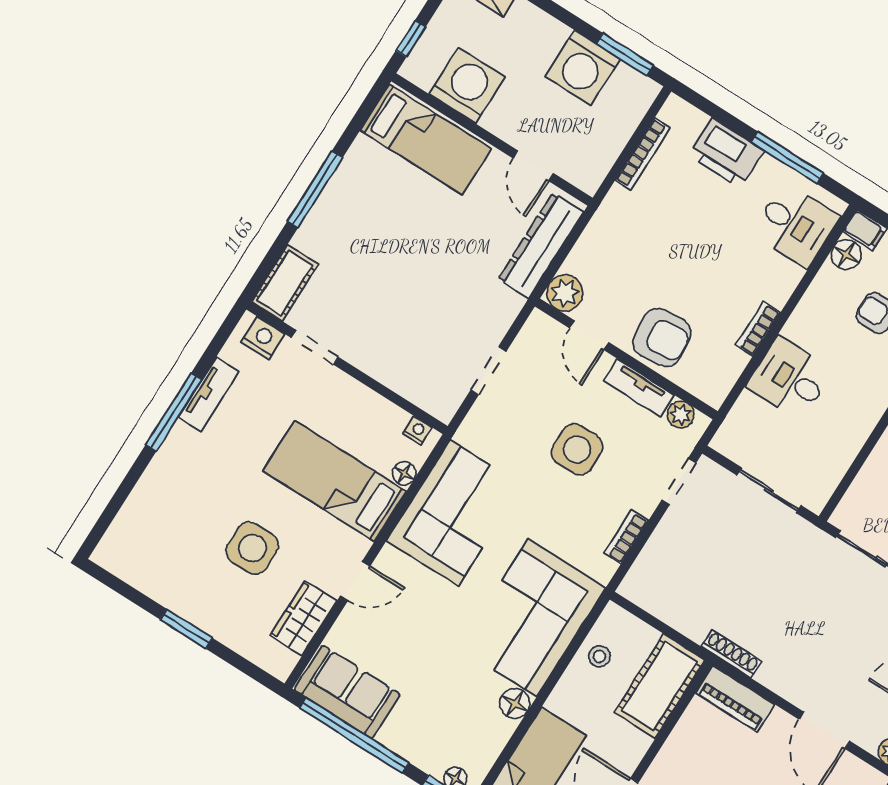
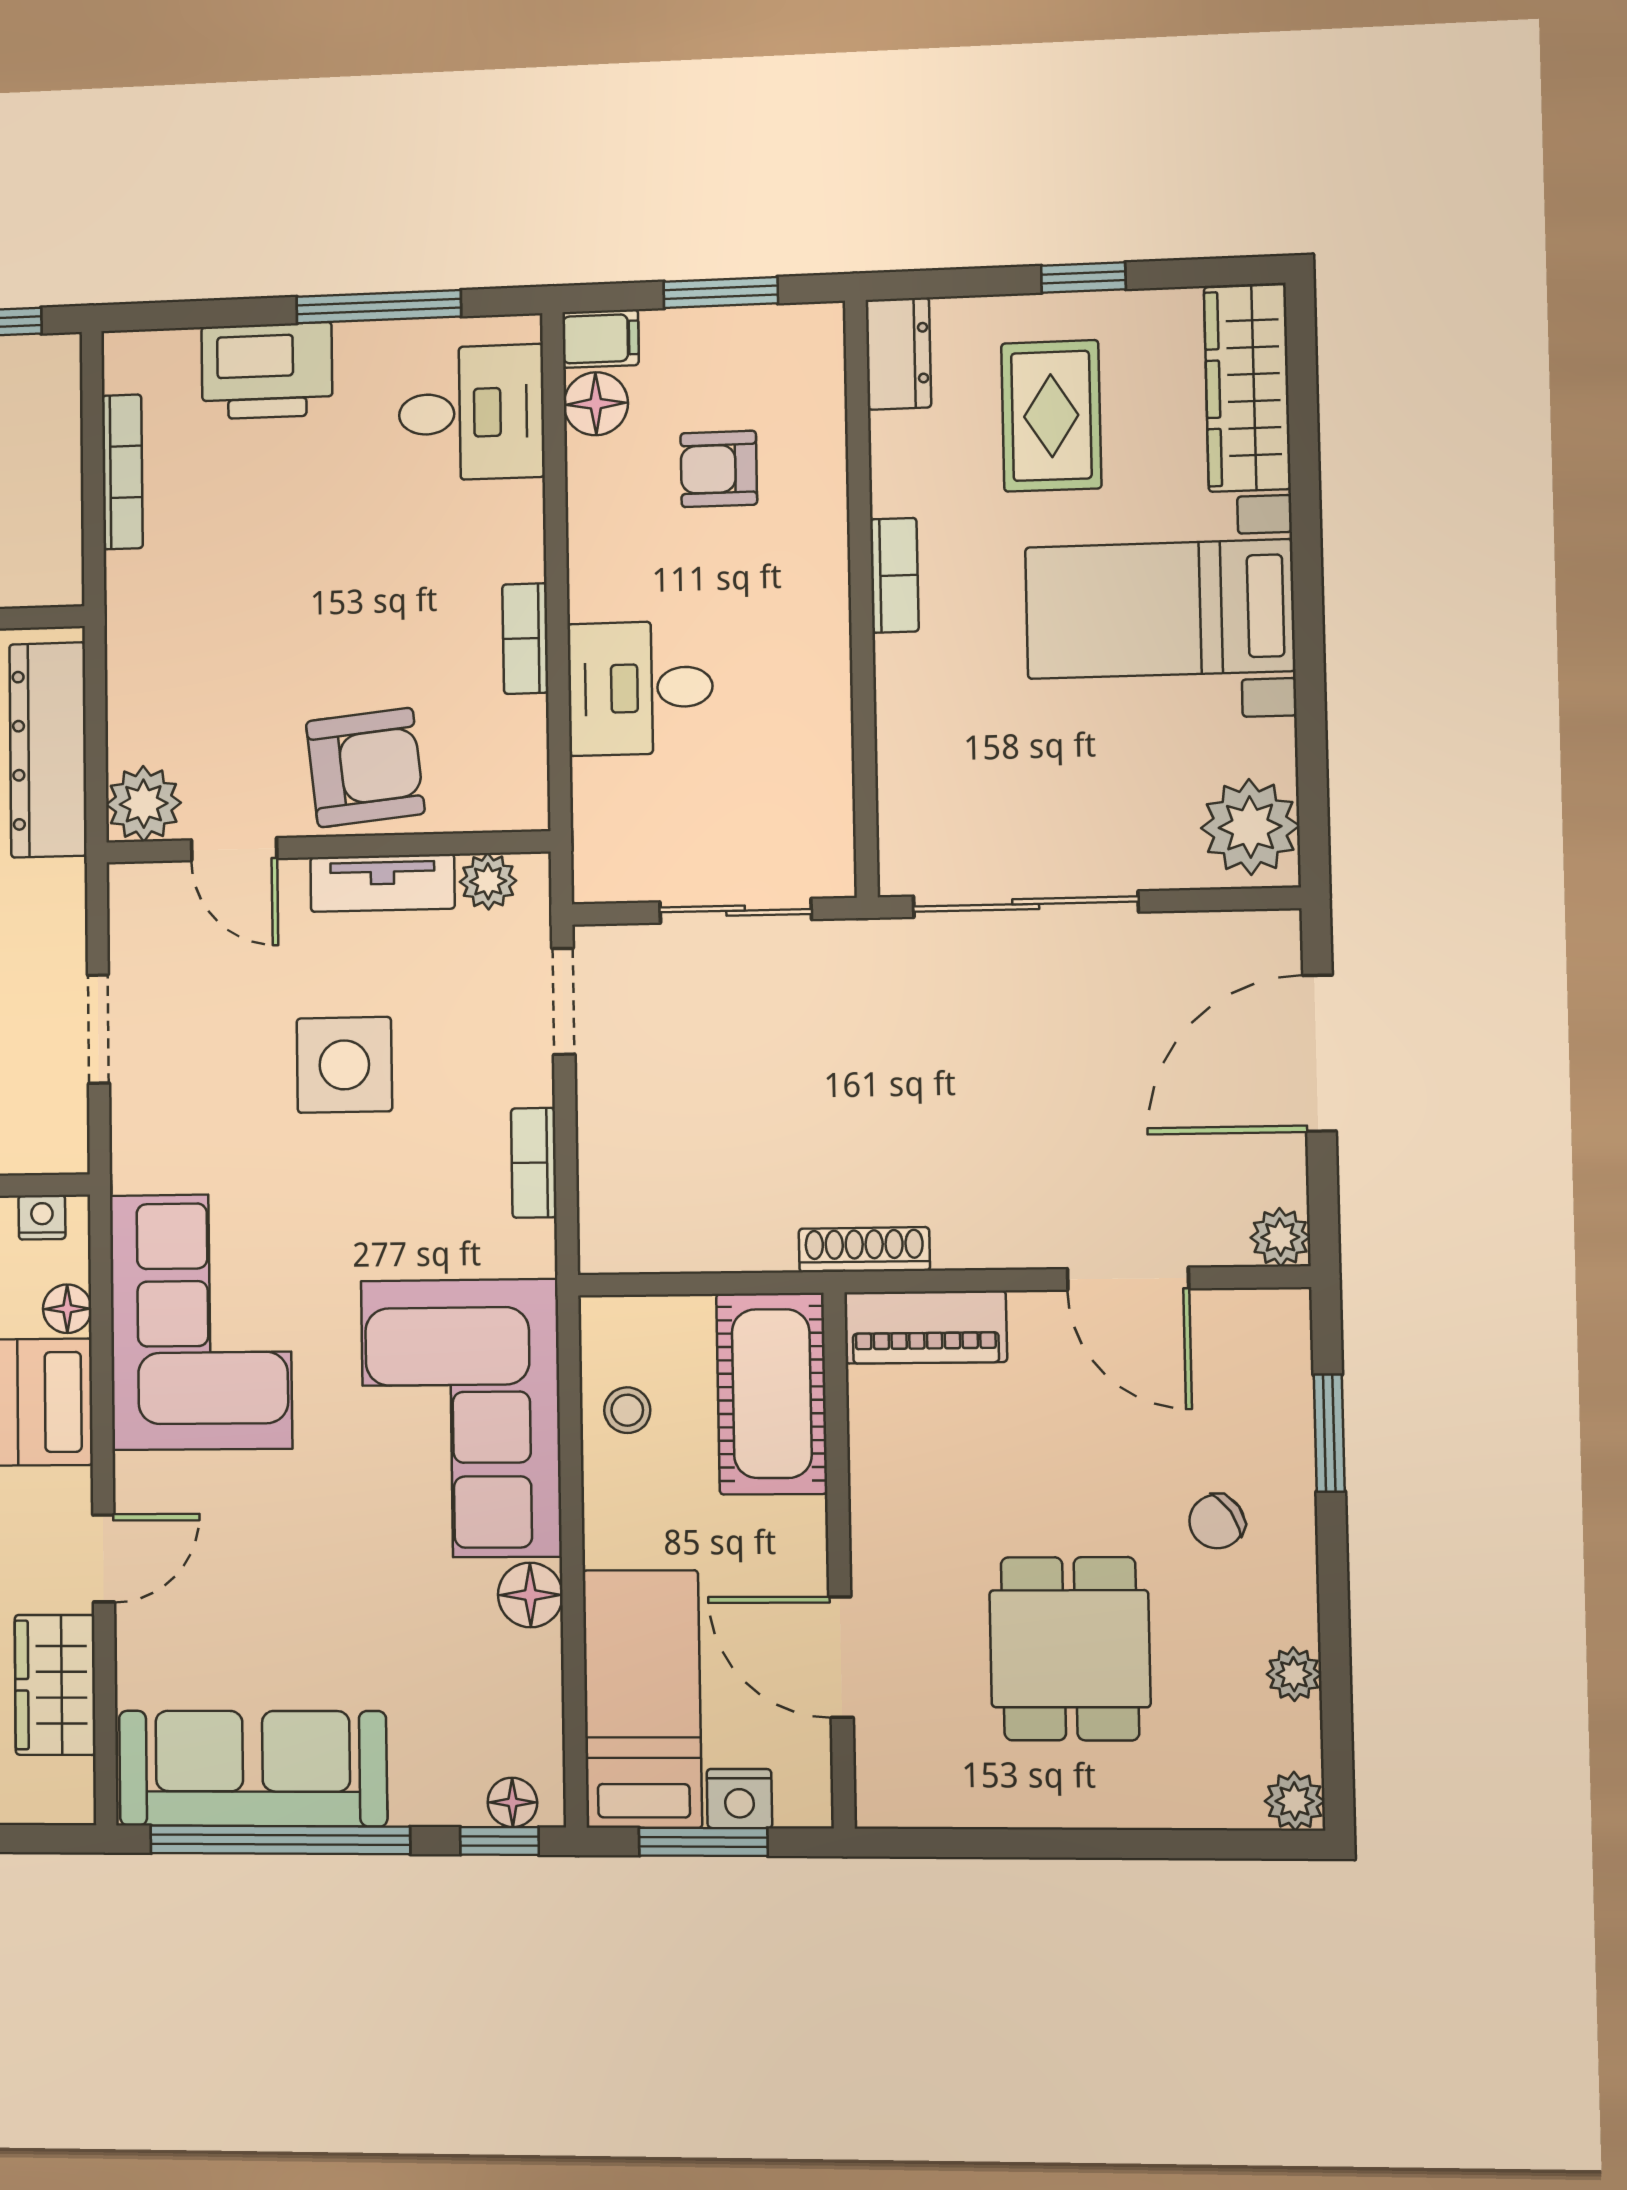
sofa: (347, 692) -> (253, 1768), width x1.36

